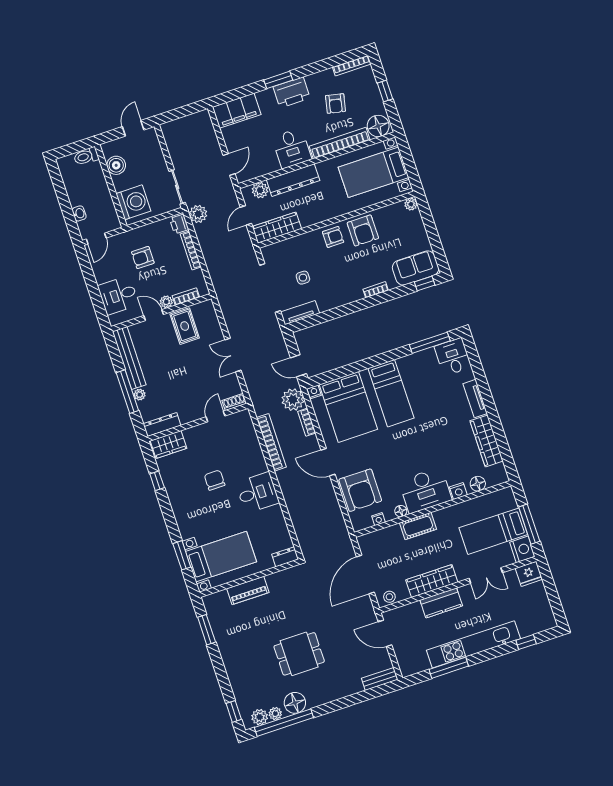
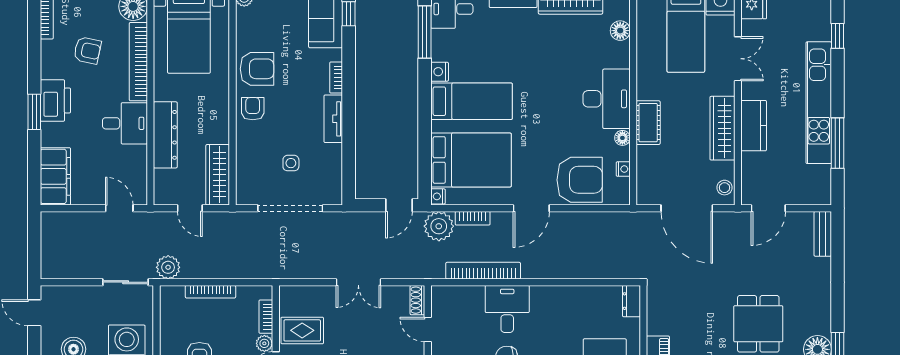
plant: (260, 190) -> (164, 180), removed
printer: (179, 224) -> (173, 295), removed
tv unit: (300, 313) -> (333, 119), moved
nightstand: (458, 491) -> (440, 72), moved, turned 180
desk: (257, 493) -> (507, 309), moved

